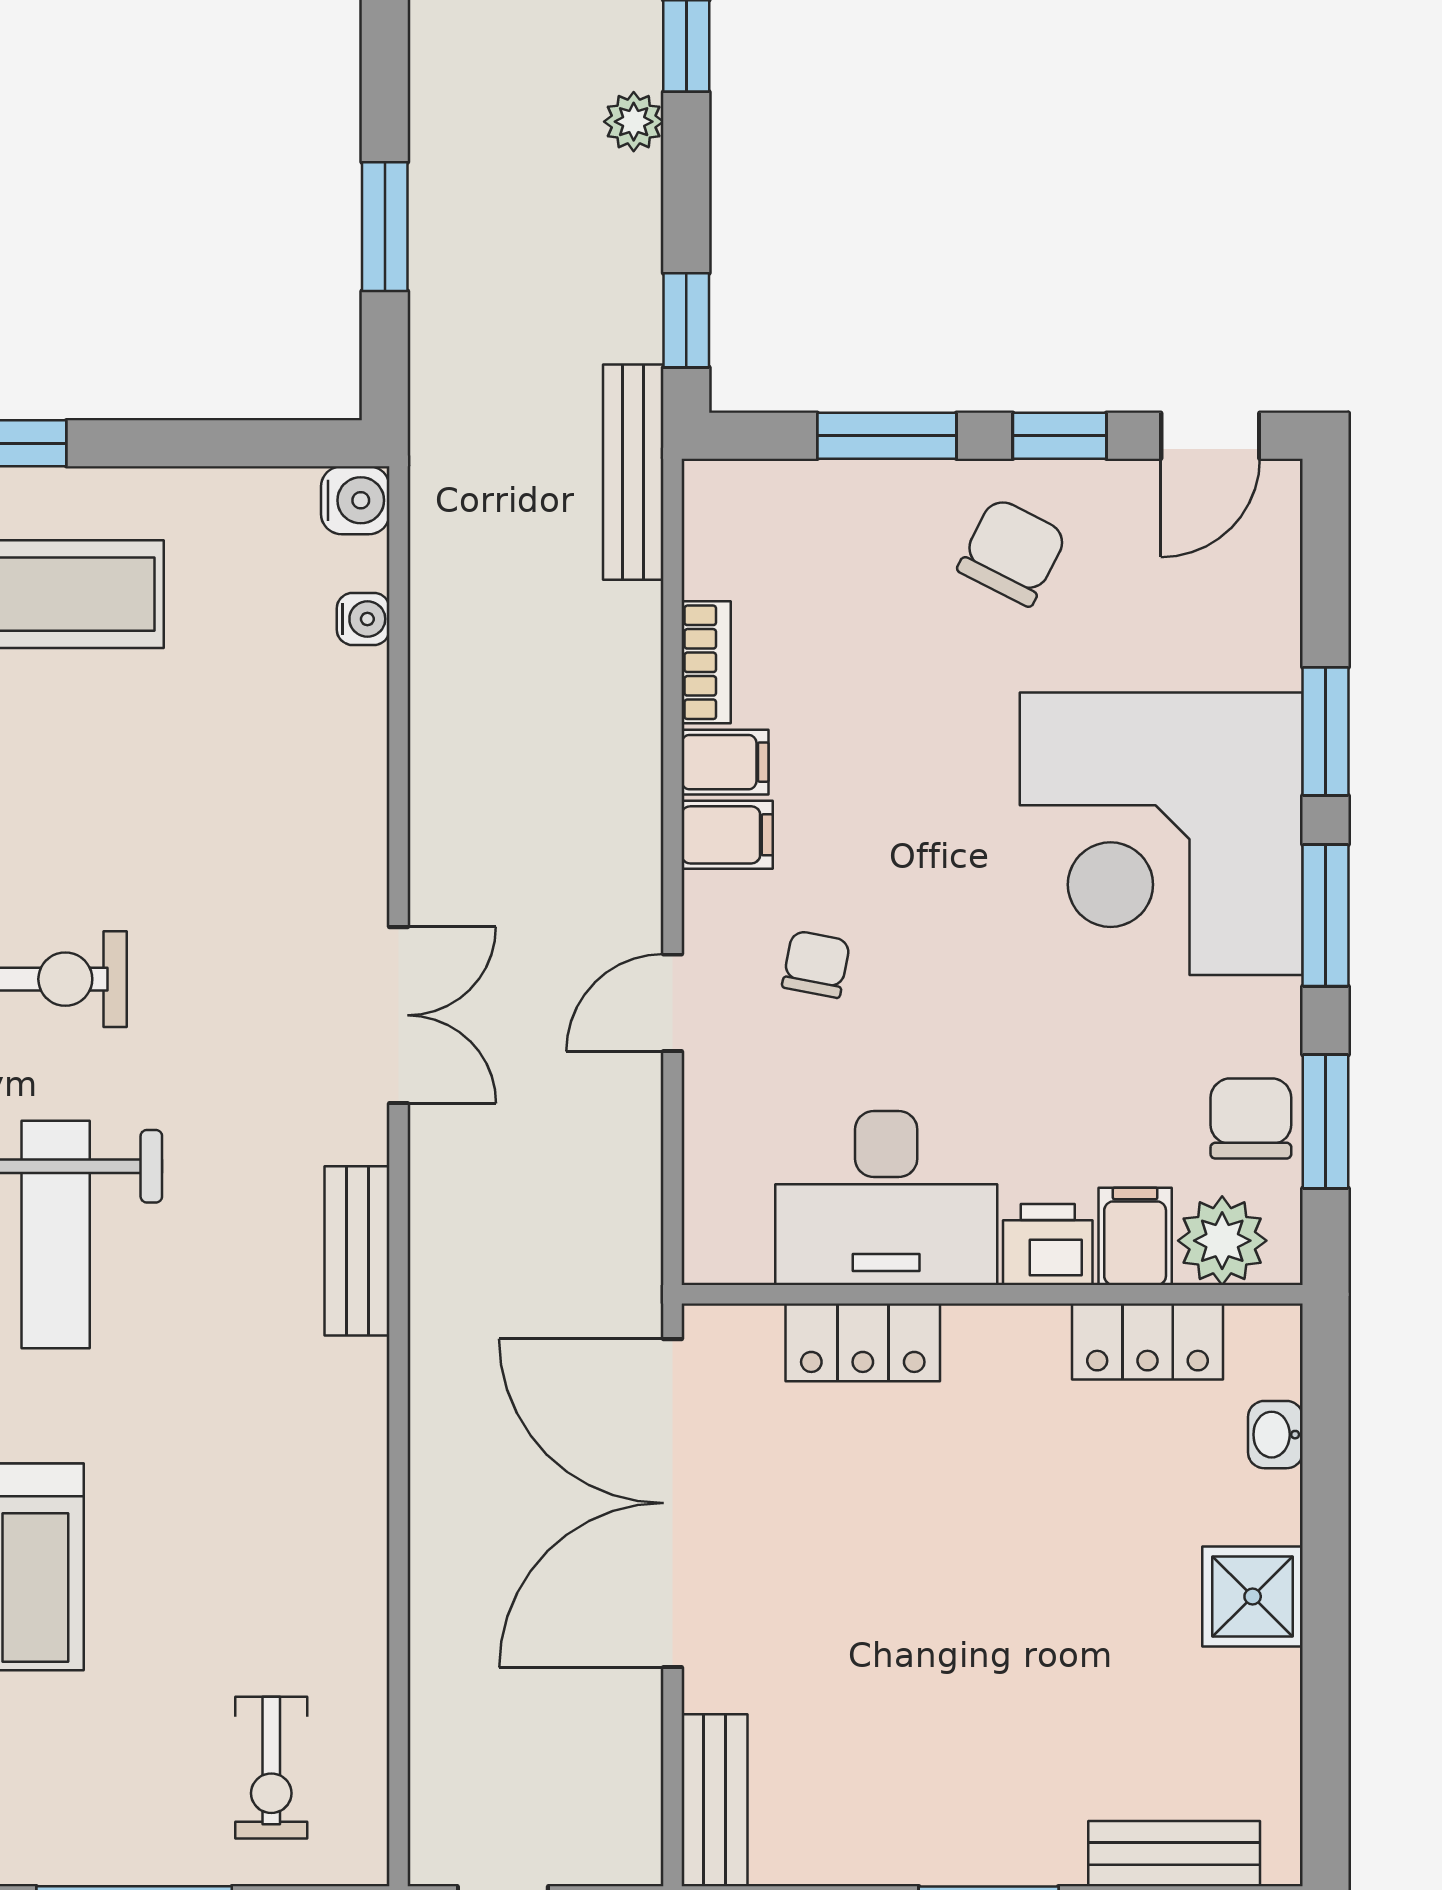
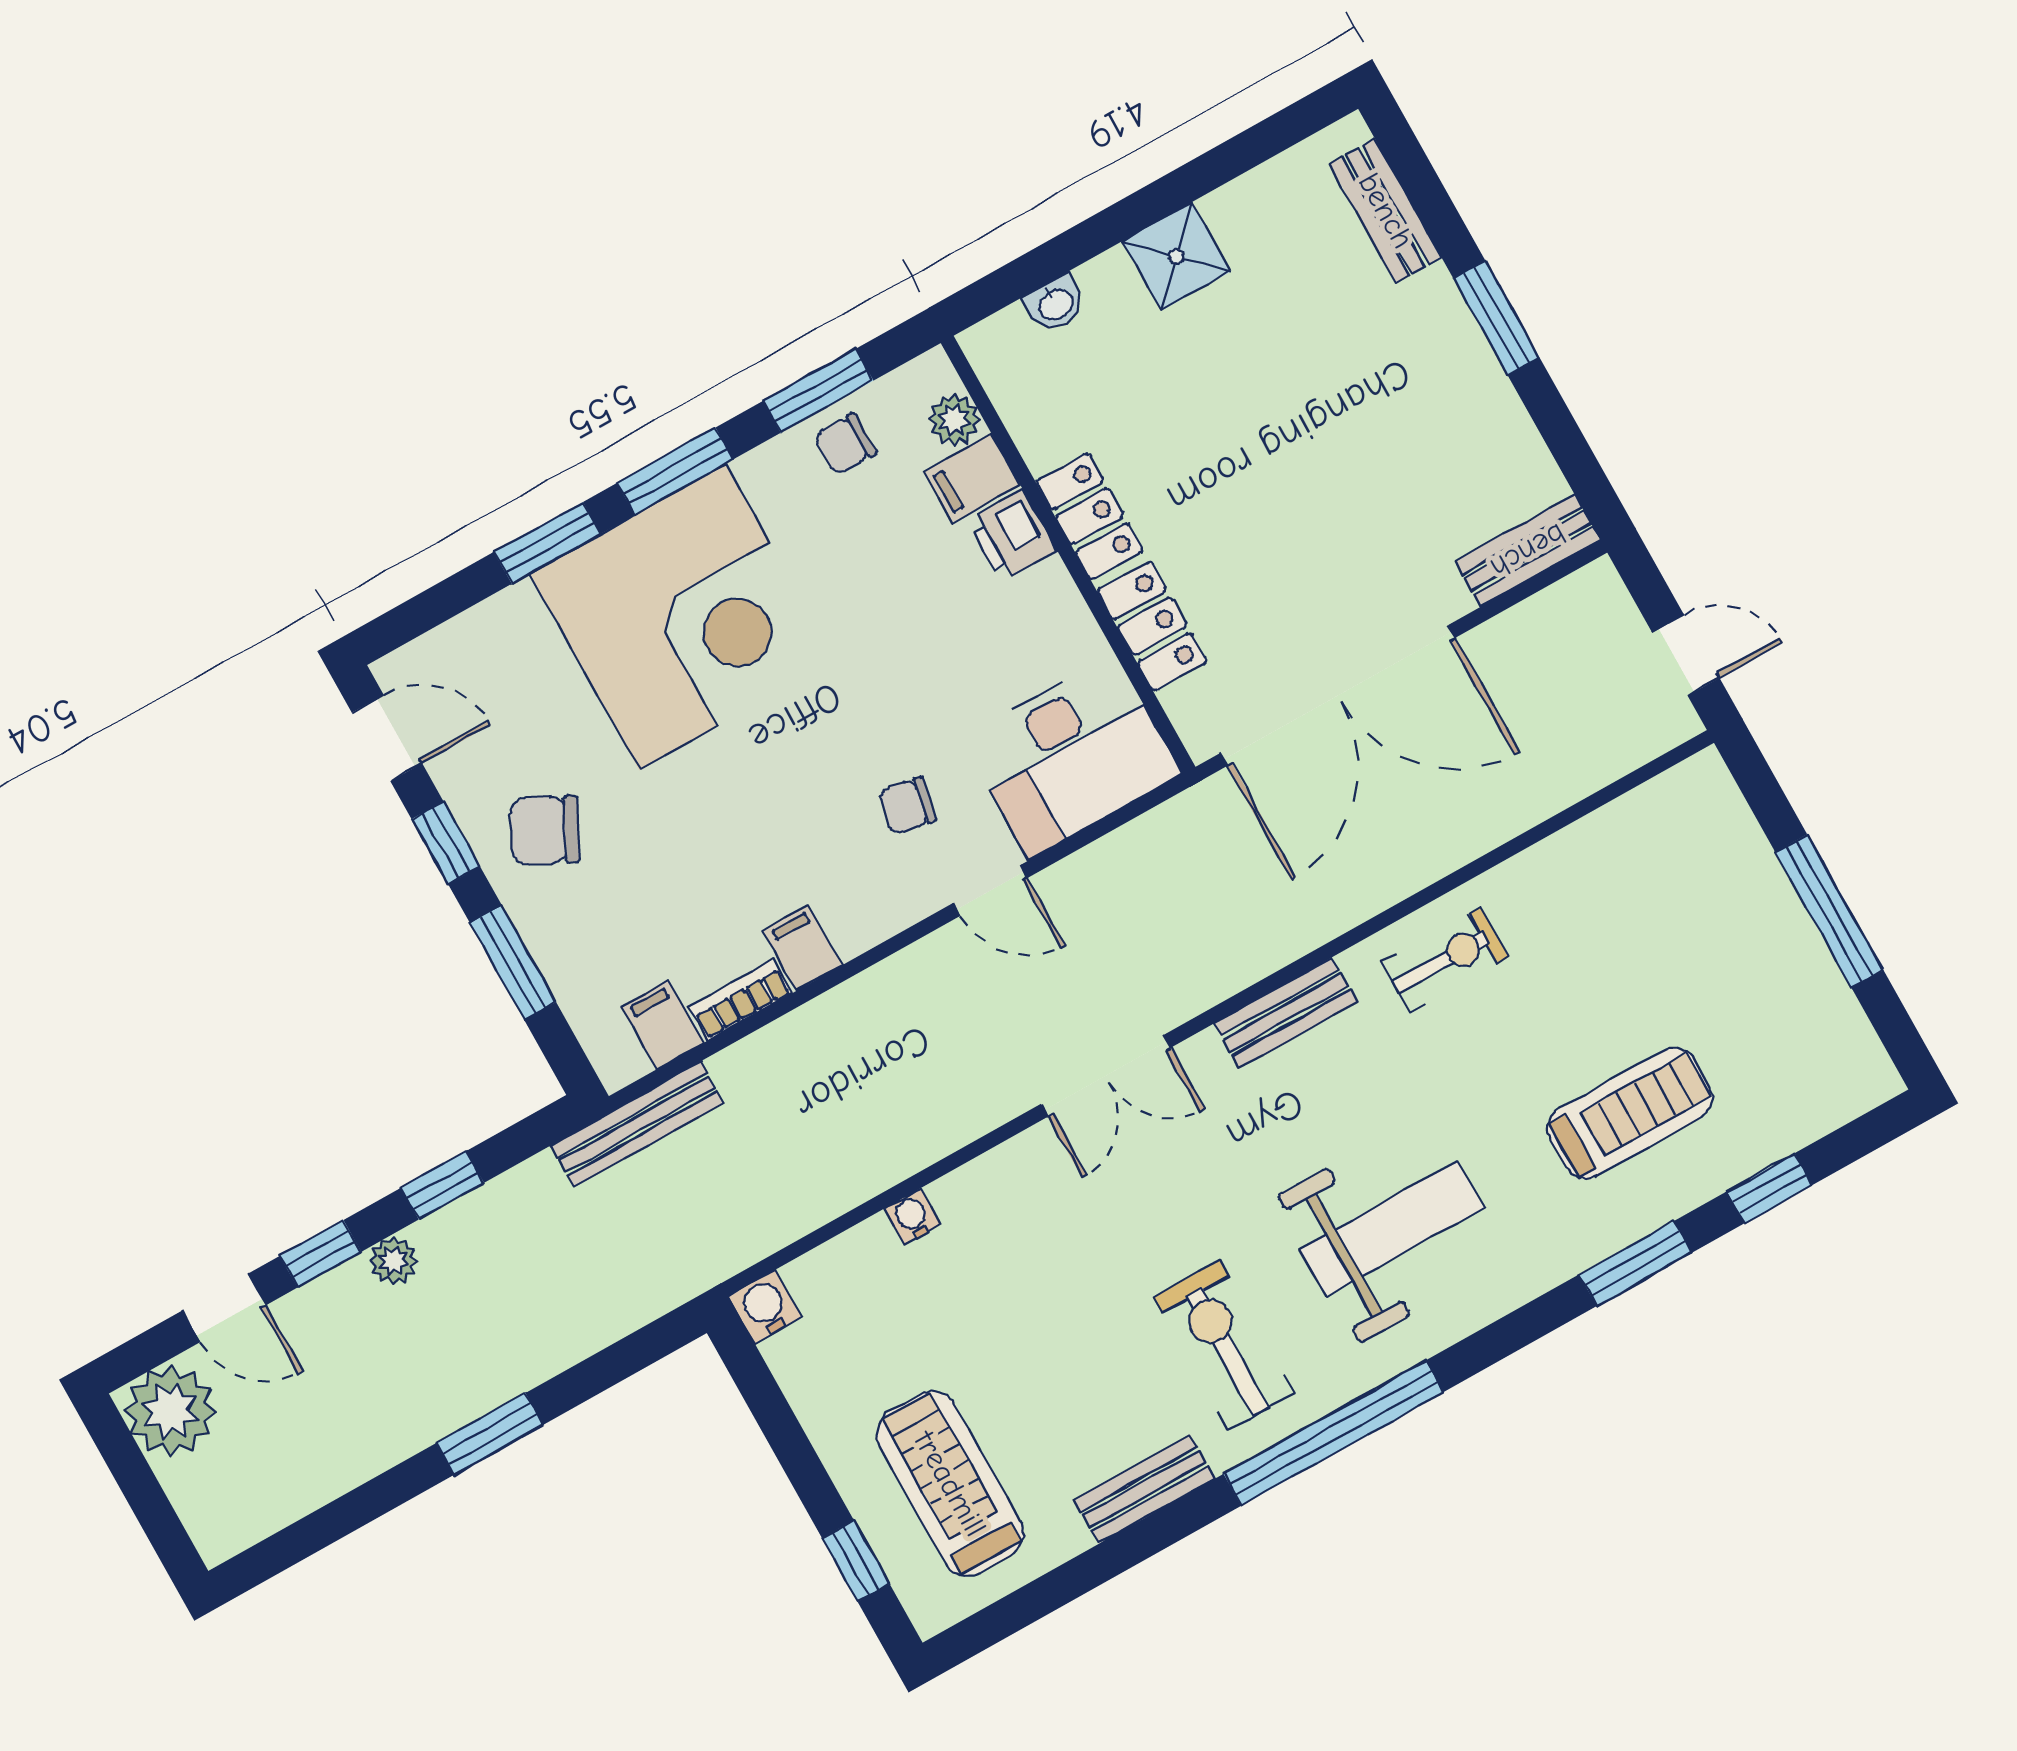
window: (385, 227) -> (490, 1434), moved
window: (686, 320) -> (442, 1185), moved
water cooler: (363, 619) -> (912, 1217), moved
filing cabinet: (727, 835) -> (662, 1025), moved
double door: (399, 1015) -> (1106, 1076), swing flipped
chair: (1251, 1118) -> (845, 444), width x0.73, depth x0.73
desk: (886, 1198) -> (1072, 757), moved, turned 90
plant: (1222, 1241) -> (954, 420), width x0.73, depth x0.73
locker: (1147, 1342) -> (1089, 516), moved
exercise bike: (271, 1768) -> (1445, 960), moved

